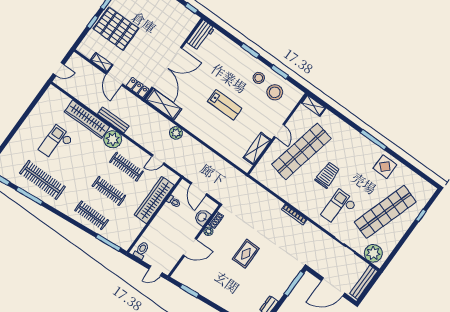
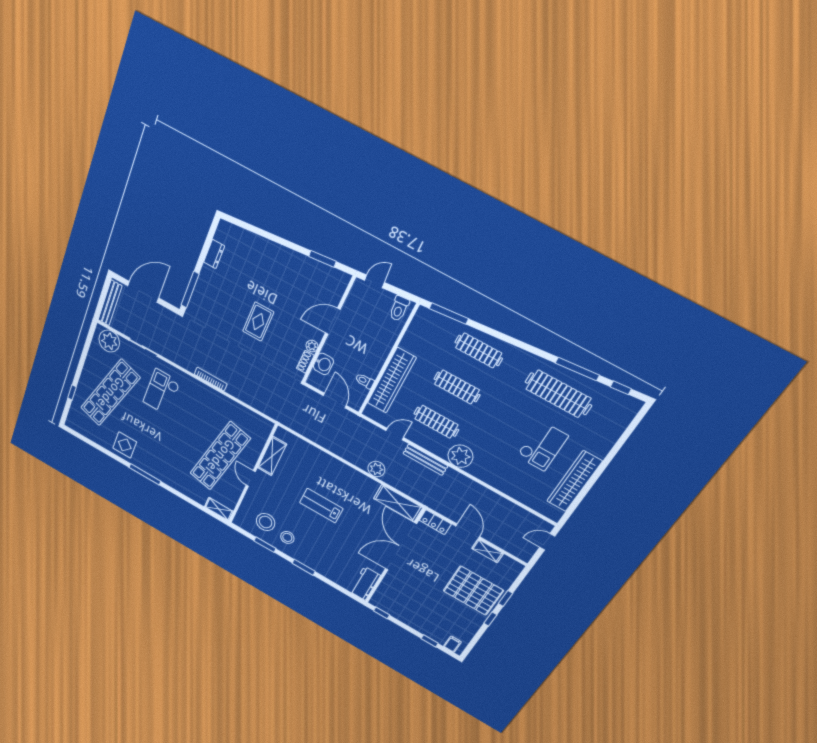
wardrobe: (87, 119) -> (574, 481), moved, turned -90
bench: (113, 120) -> (425, 460), moved
trolley: (327, 175) -> (184, 431), removed
checkout: (339, 208) -> (161, 392), turned 180

